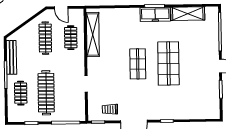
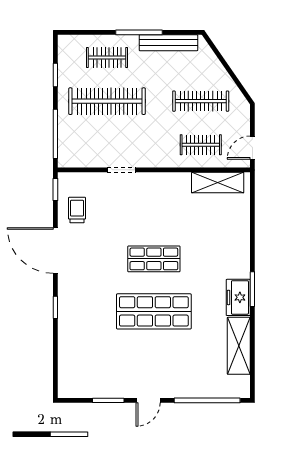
door: (61, 8) -> (252, 148), moved
freezer: (155, 14) -> (238, 297), width x0.71
shelving: (93, 34) -> (218, 183), width x0.68

